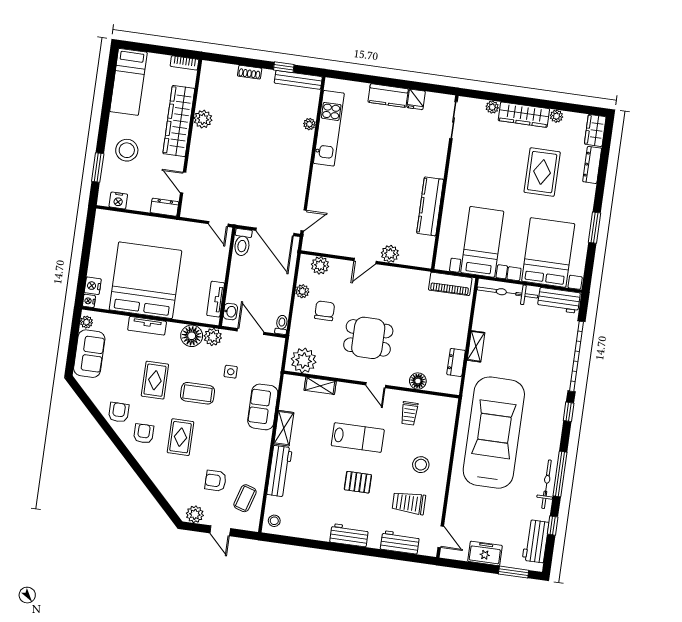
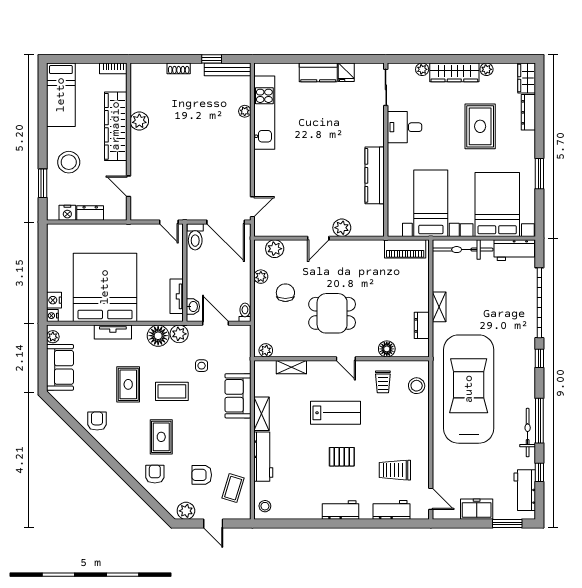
desk: (467, 162) -> (404, 127), added
dresser: (165, 207) -> (90, 213), moved
plant: (304, 360) -> (266, 350), width x0.53, depth x0.53
armchair: (144, 434) -> (155, 474), moved
stool: (421, 465) -> (417, 386), moved

